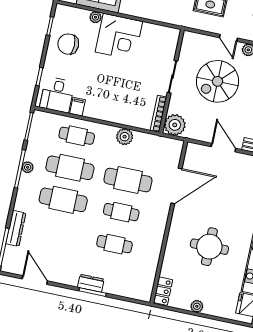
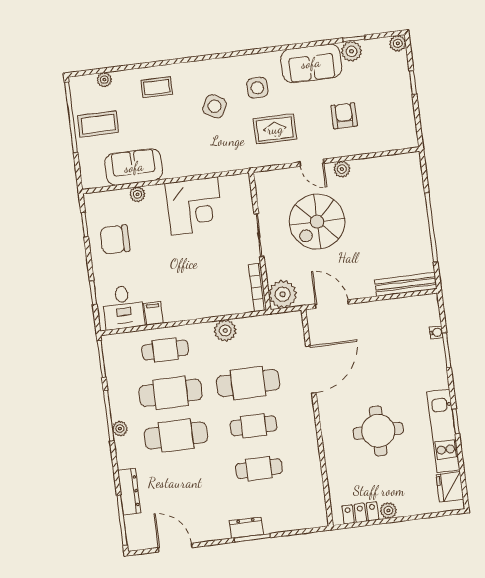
corner desk: (119, 37) -> (194, 206), moved
door: (223, 148) -> (332, 304), moved
plant: (28, 167) -> (120, 429), moved
locker: (163, 291) -> (360, 513), moved, turned -90

